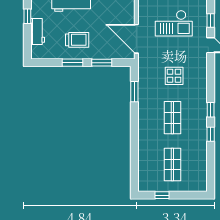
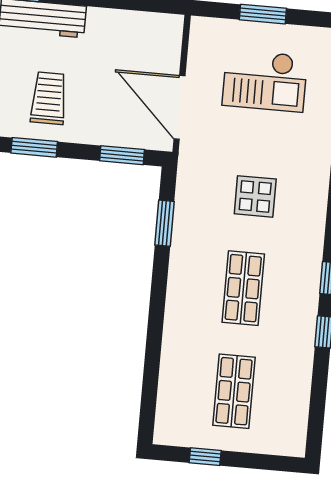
trolley: (77, 40) -> (49, 98), turned -90
window: (102, 63) -> (122, 155), moved

